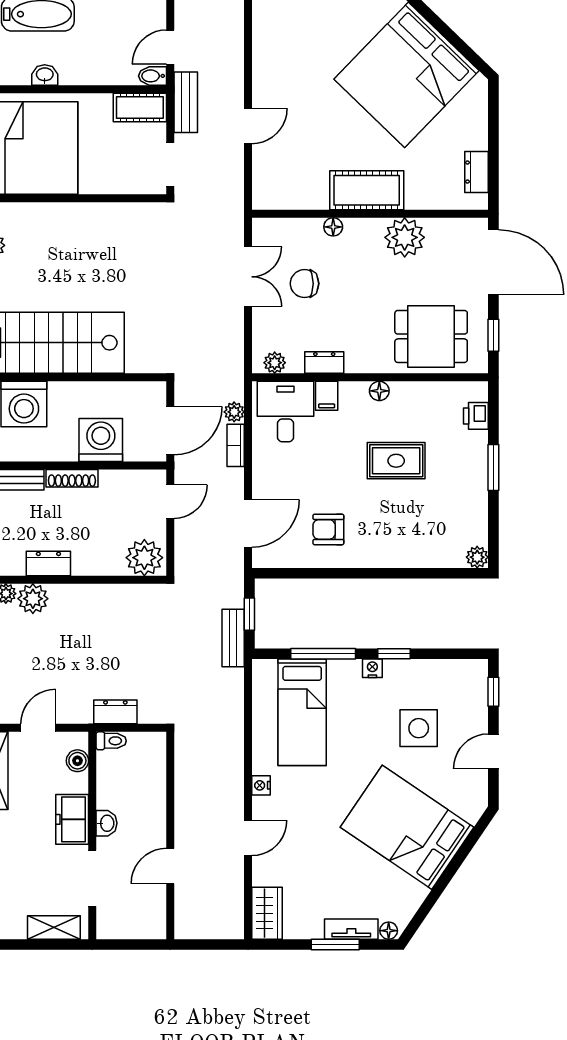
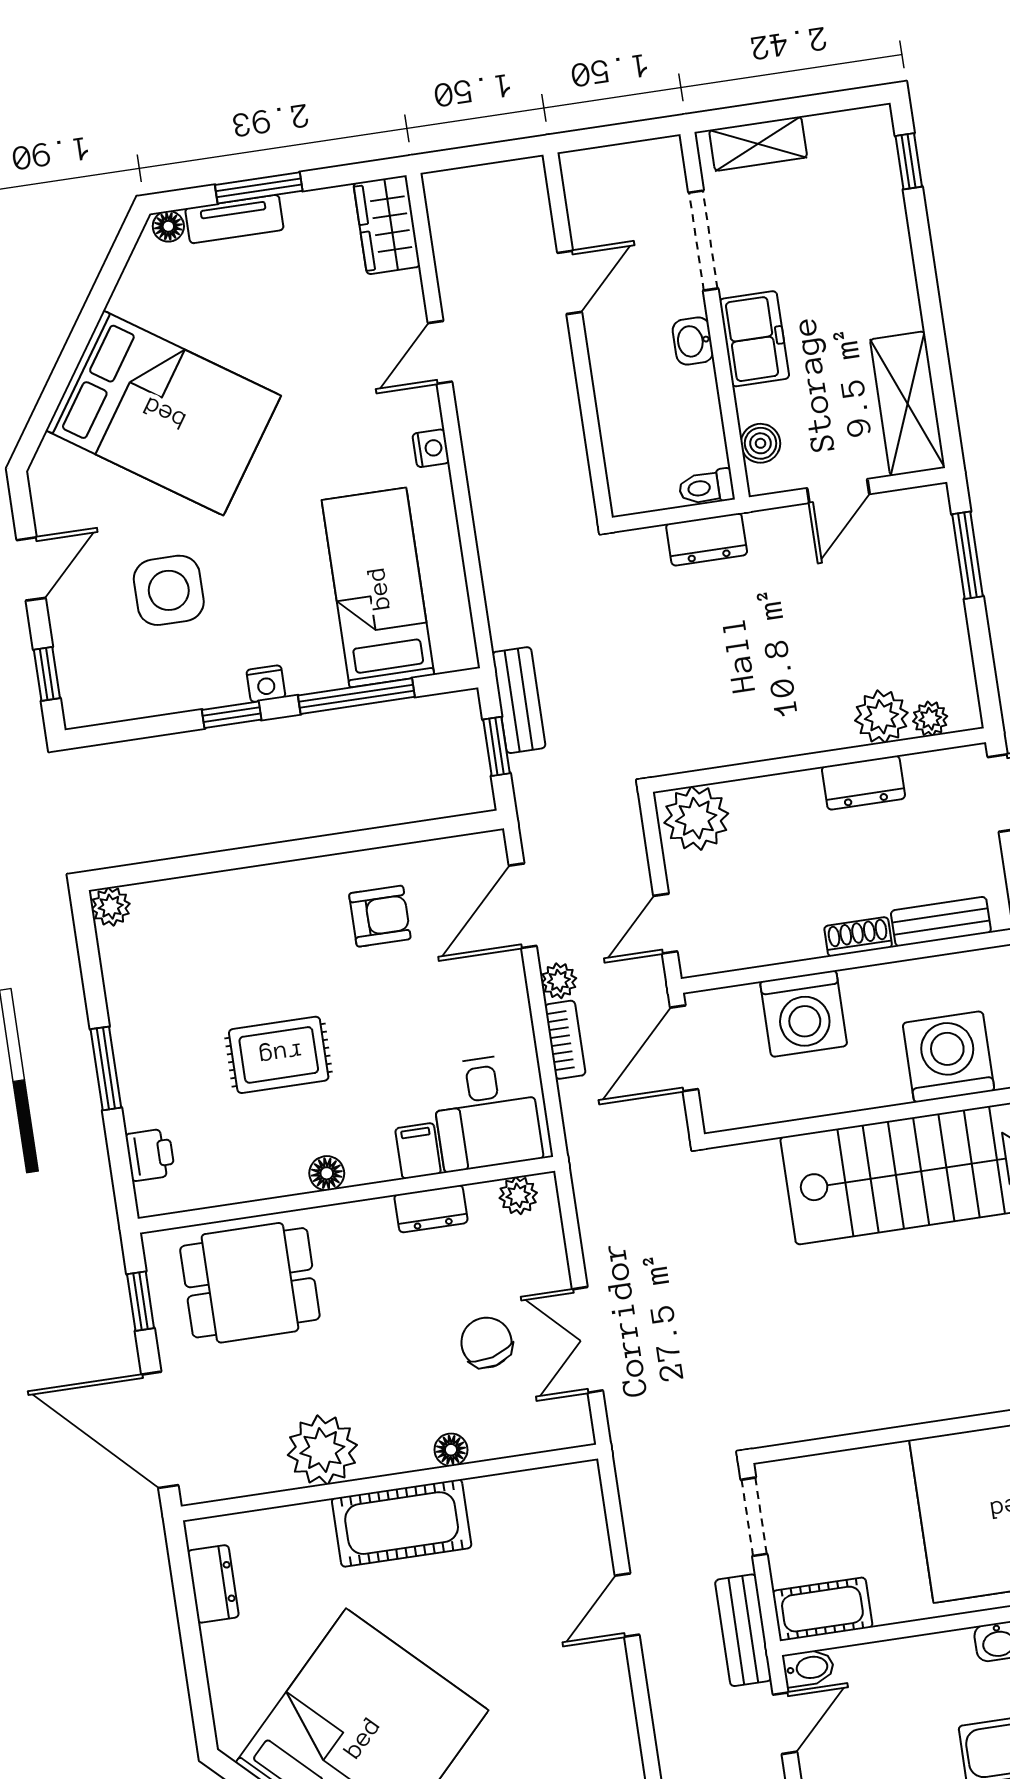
chair: (304, 284) -> (487, 1343), turned -105
plant: (234, 412) -> (559, 981), moved
shoe rack: (72, 478) -> (858, 937), width x0.70

